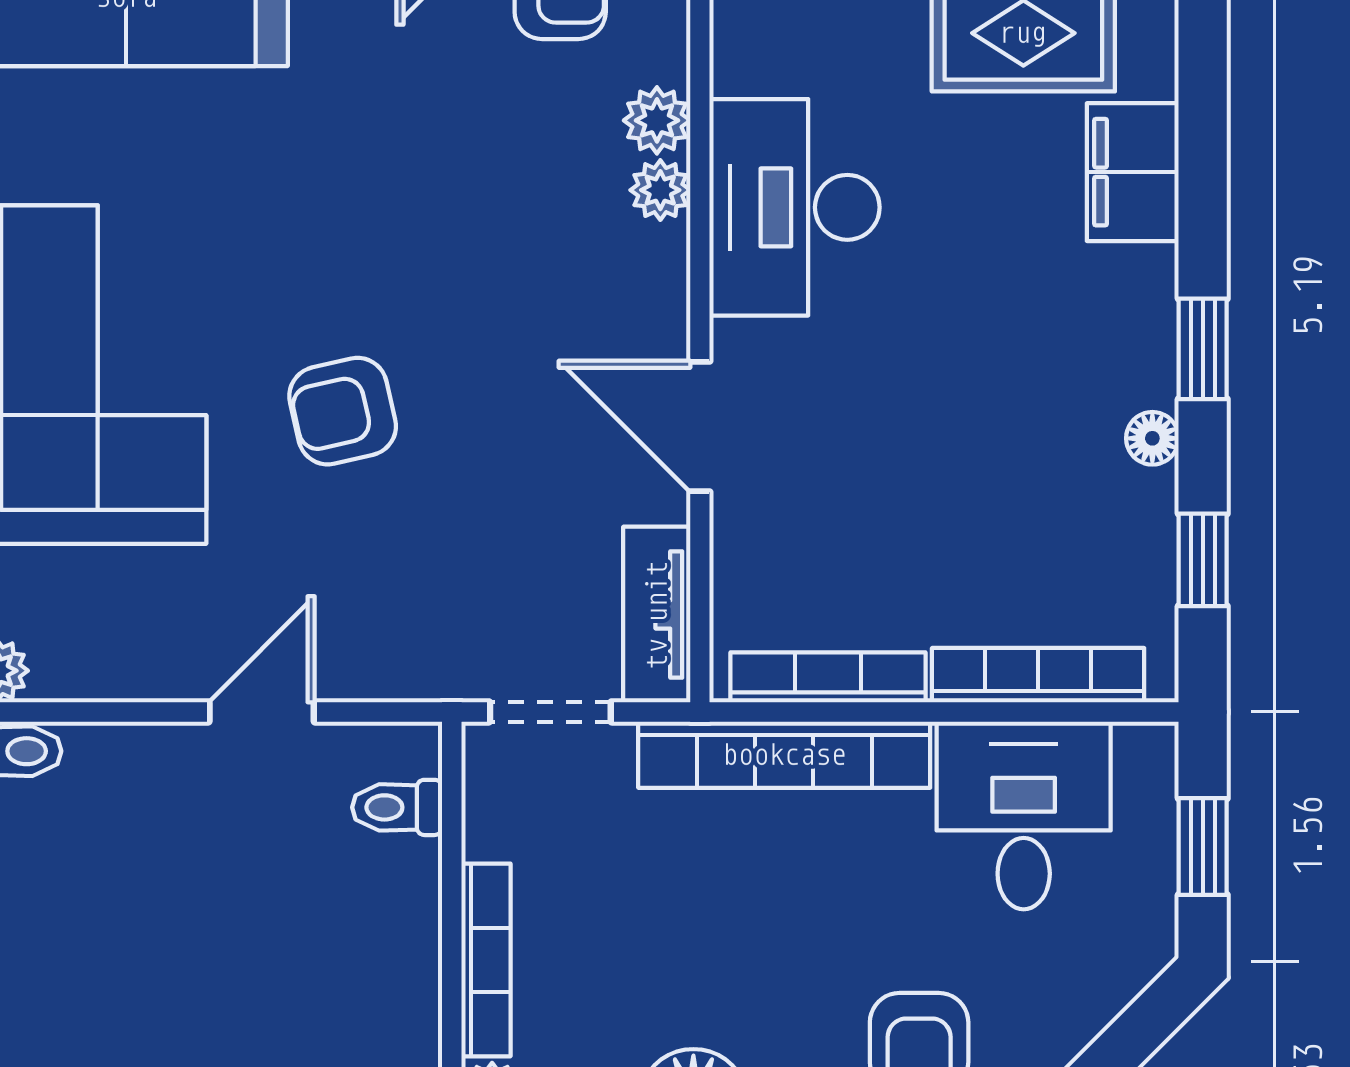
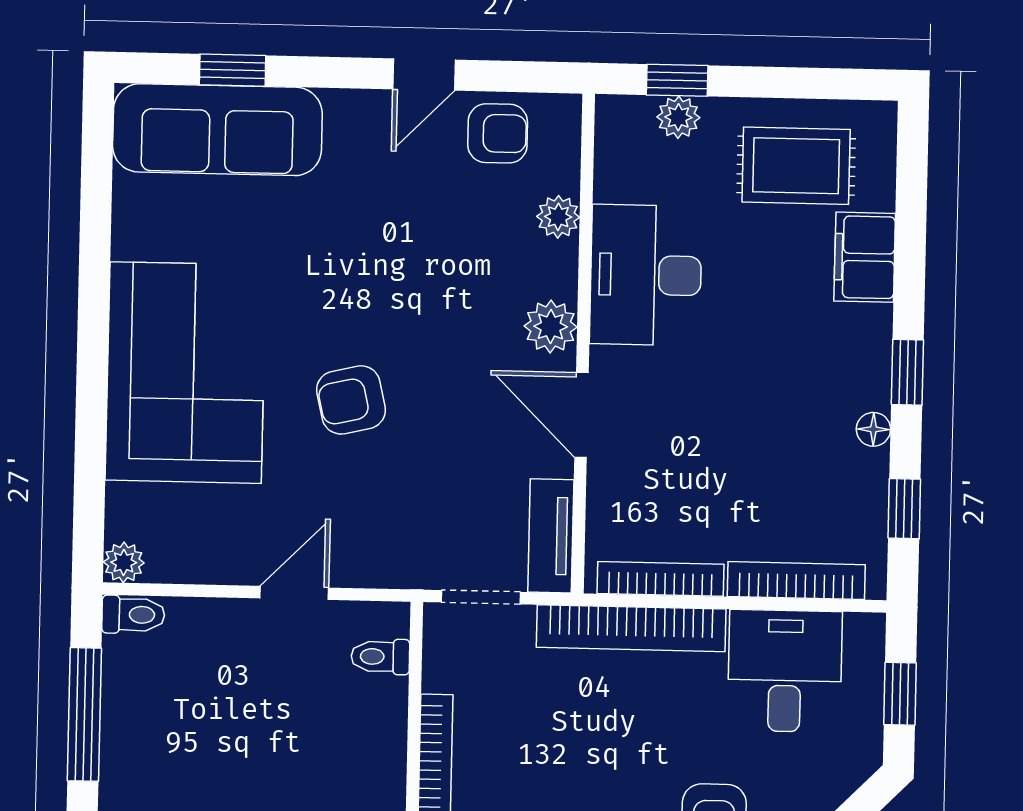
plant: (660, 190) -> (551, 326), moved, width x1.38, depth x1.38

